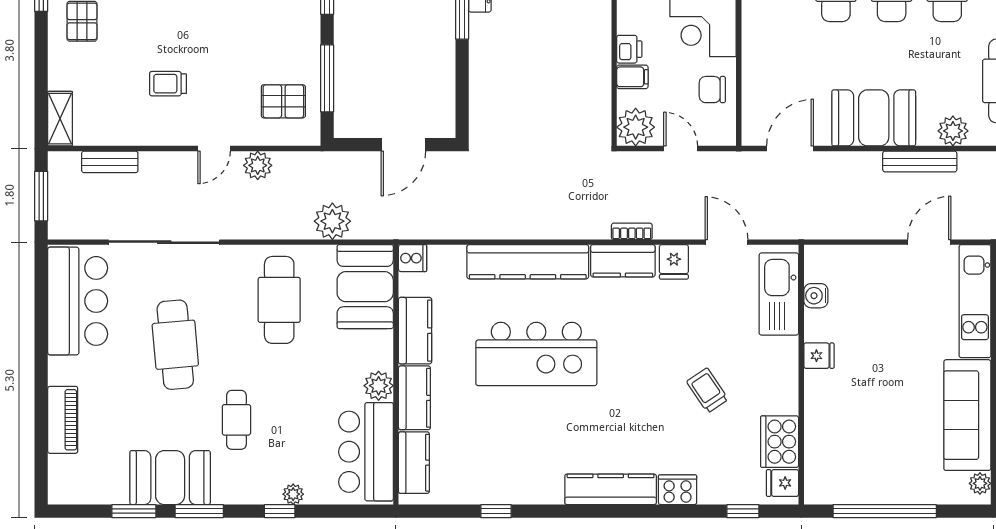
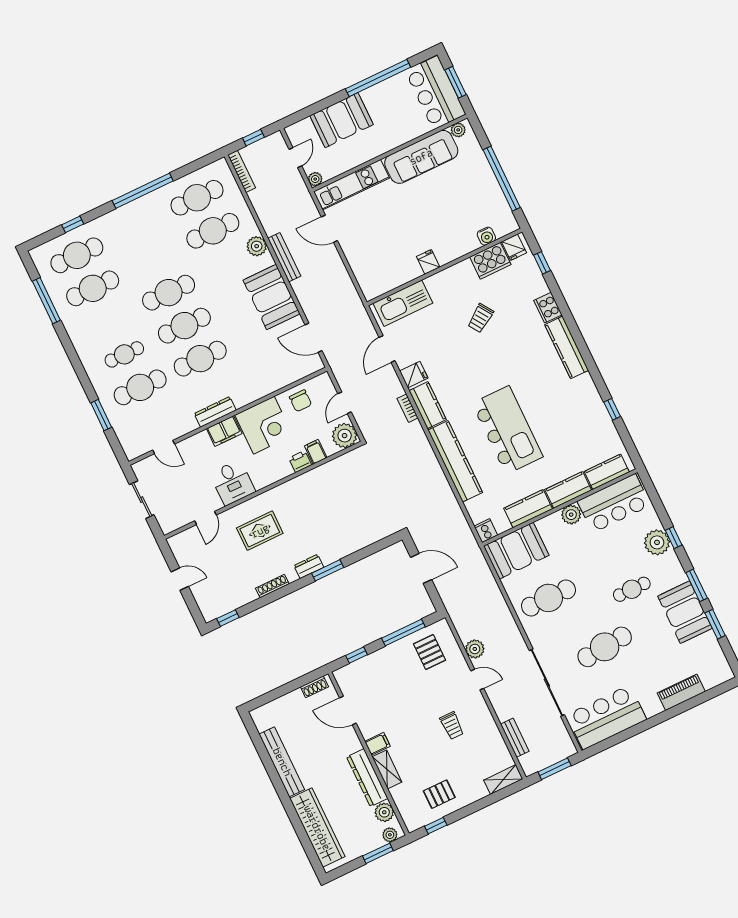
plant: (332, 221) -> (487, 589), removed
water cooler: (816, 296) -> (486, 236), moved
plant: (293, 494) -> (657, 542), width x1.87, depth x1.87

